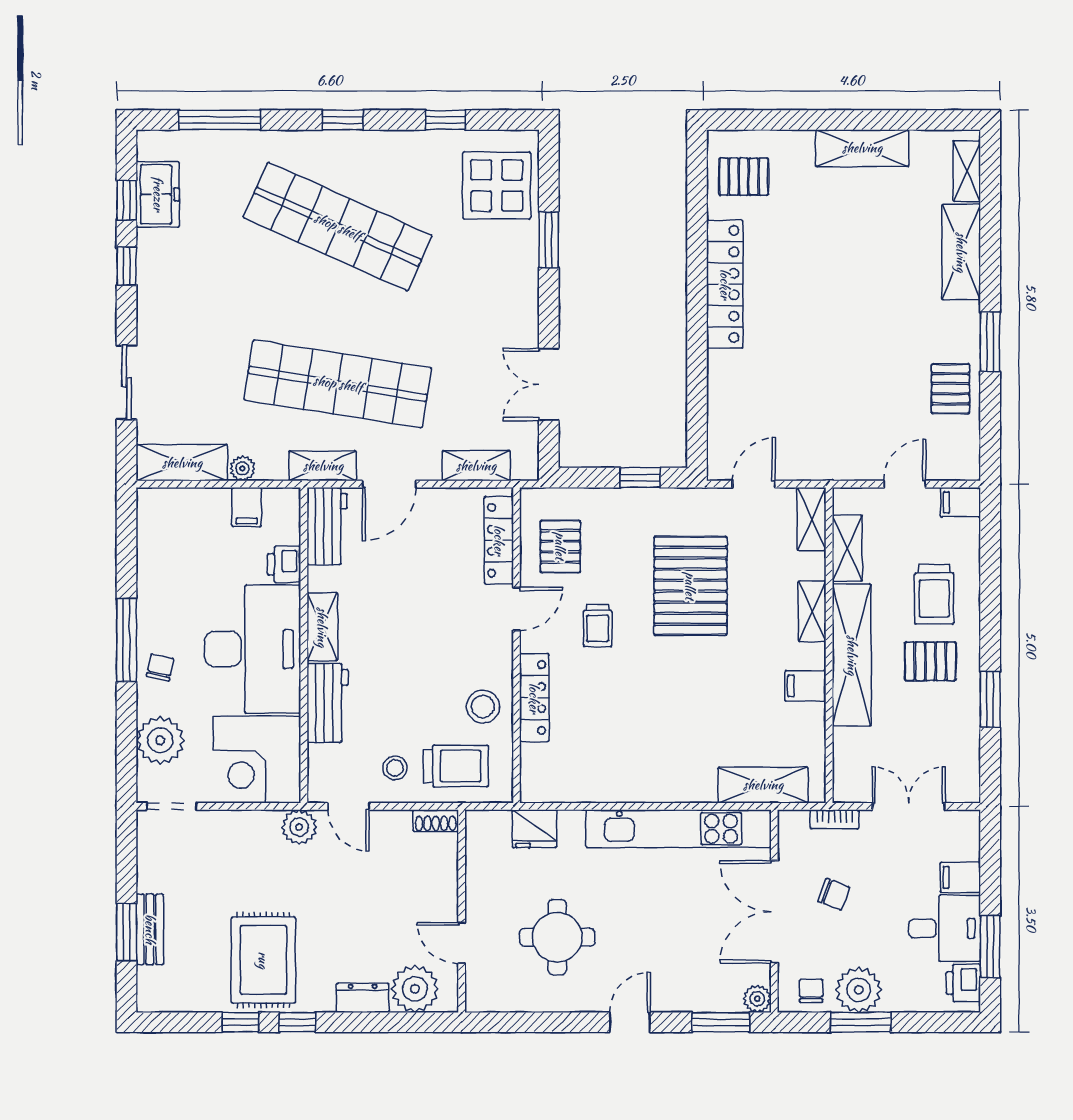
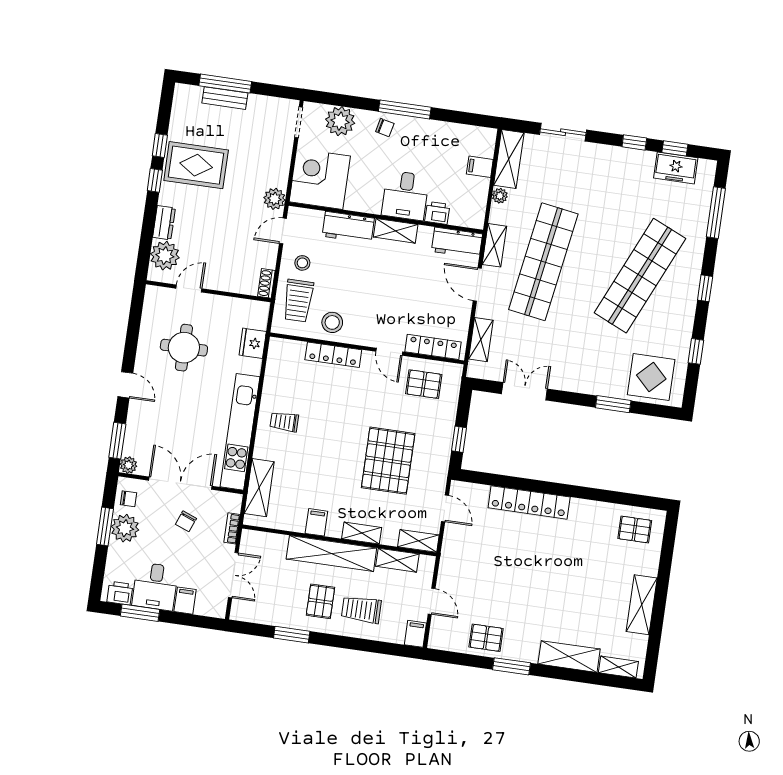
pallet: (744, 177) -> (635, 530), turned 90
locker: (725, 284) -> (529, 502), moved
filing cabinet: (247, 507) -> (480, 167), moved
pallet: (690, 586) -> (388, 461), turned 90
trolley: (597, 626) -> (284, 422), moved
desk: (253, 649) -> (405, 195), width x0.53, depth x0.77
window: (127, 932) -> (225, 84), width x1.44

